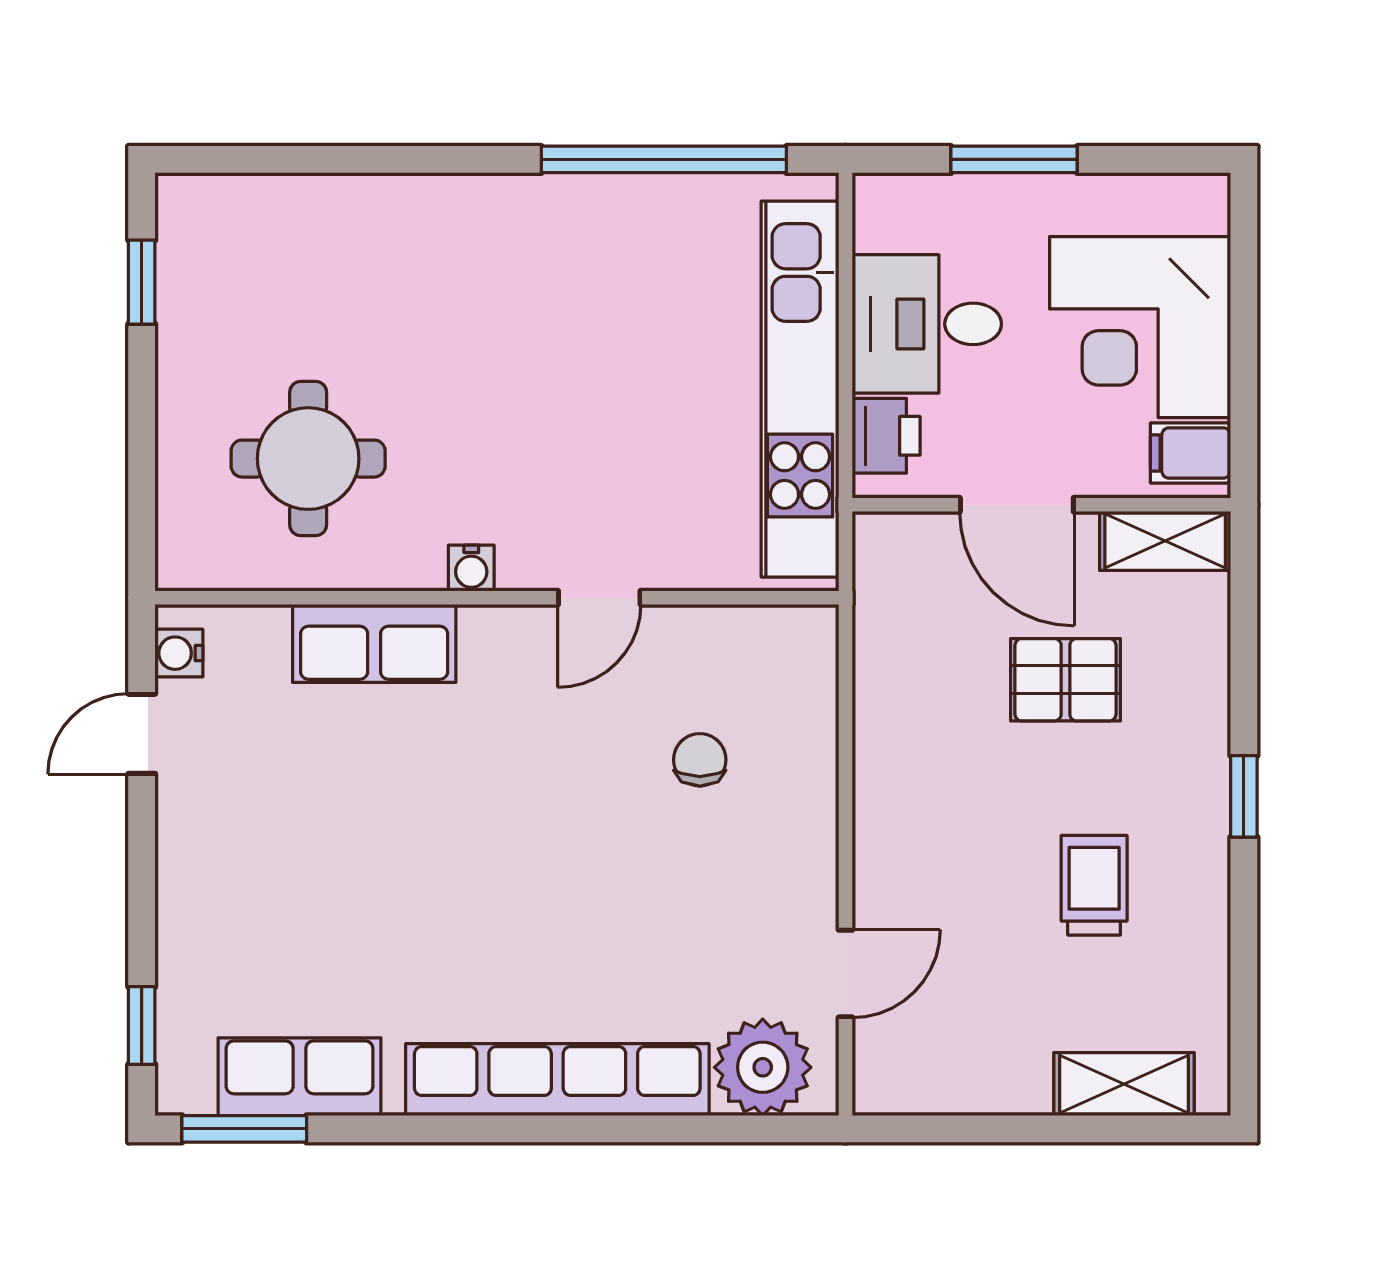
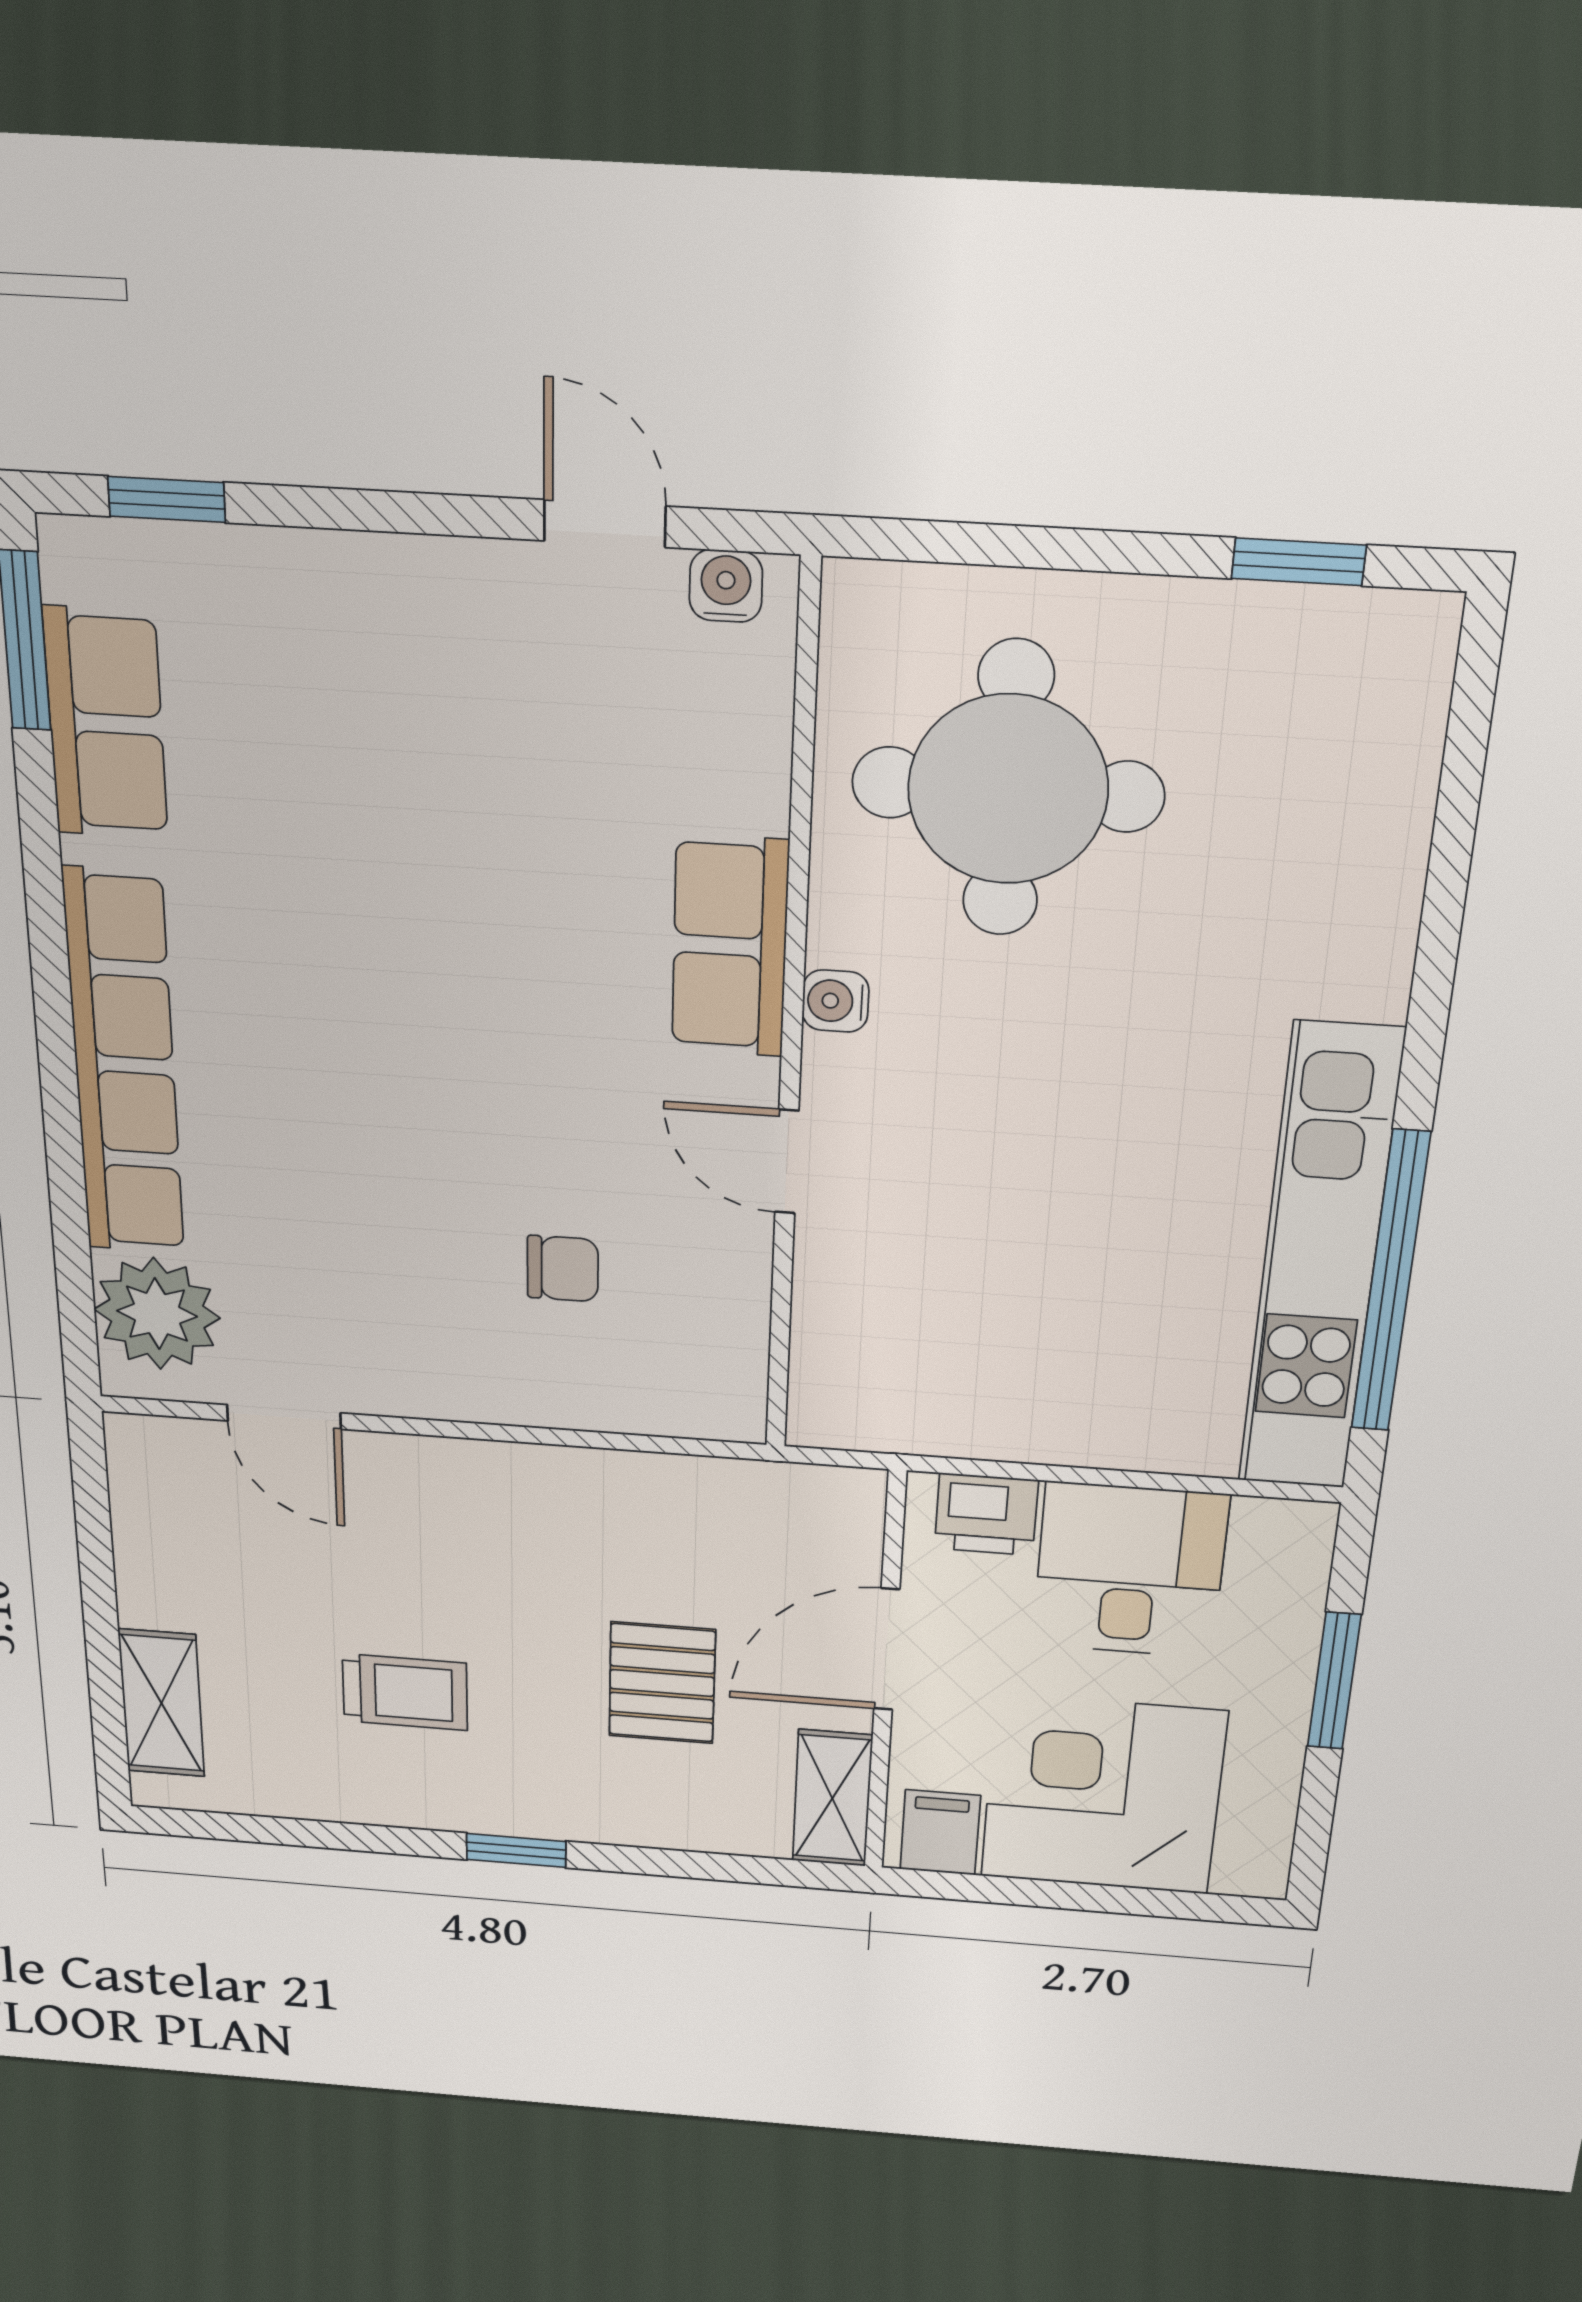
kitchen unit: (800, 389) -> (1319, 1262), moved, turned -90
round table: (308, 459) -> (1008, 790), width x1.36, depth x1.36
row of seats: (374, 643) -> (730, 946), moved

